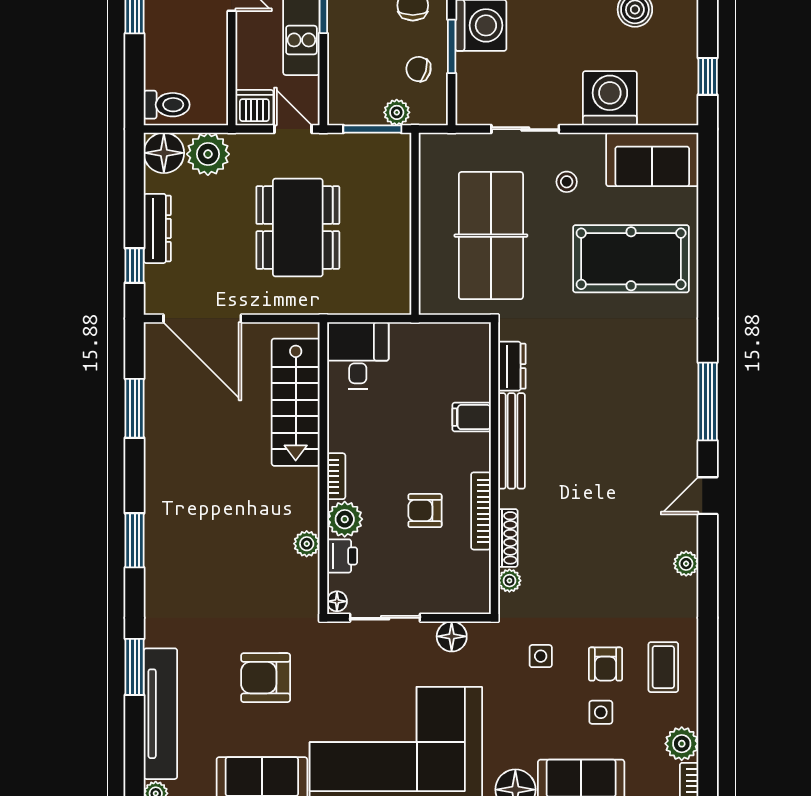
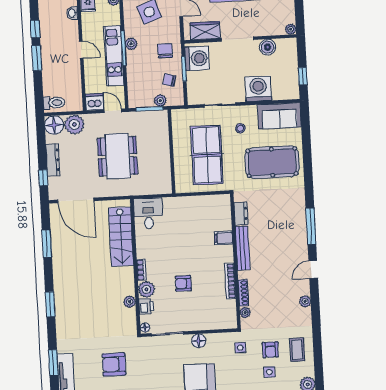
dresser: (512, 366) -> (241, 214), moved
filing cabinet: (472, 417) -> (224, 238), moved
bench: (511, 441) -> (243, 248), moved
wall: (494, 468) -> (235, 261), moved
bookcase: (481, 511) -> (230, 281), moved
shoe rack: (508, 538) -> (243, 293), moved
plant: (509, 581) -> (245, 312), moved

